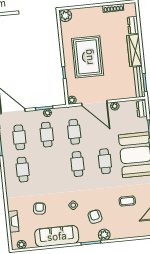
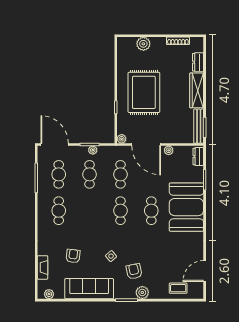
plant: (65, 16) -> (143, 44), moved
coffee table: (127, 201) -> (178, 288), moved

